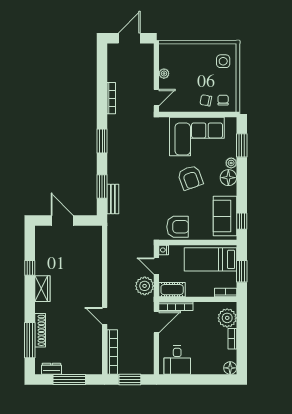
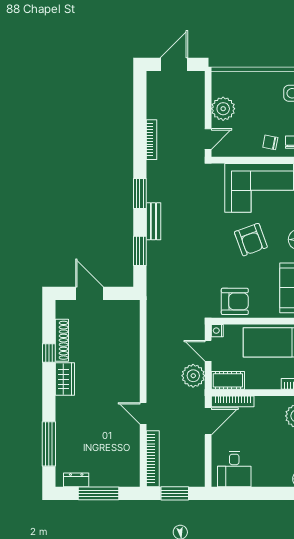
plant: (164, 74) -> (223, 109), width x1.87, depth x1.87
bench: (113, 199) -> (153, 221), moved
shoe rack: (40, 330) -> (62, 340), moved

